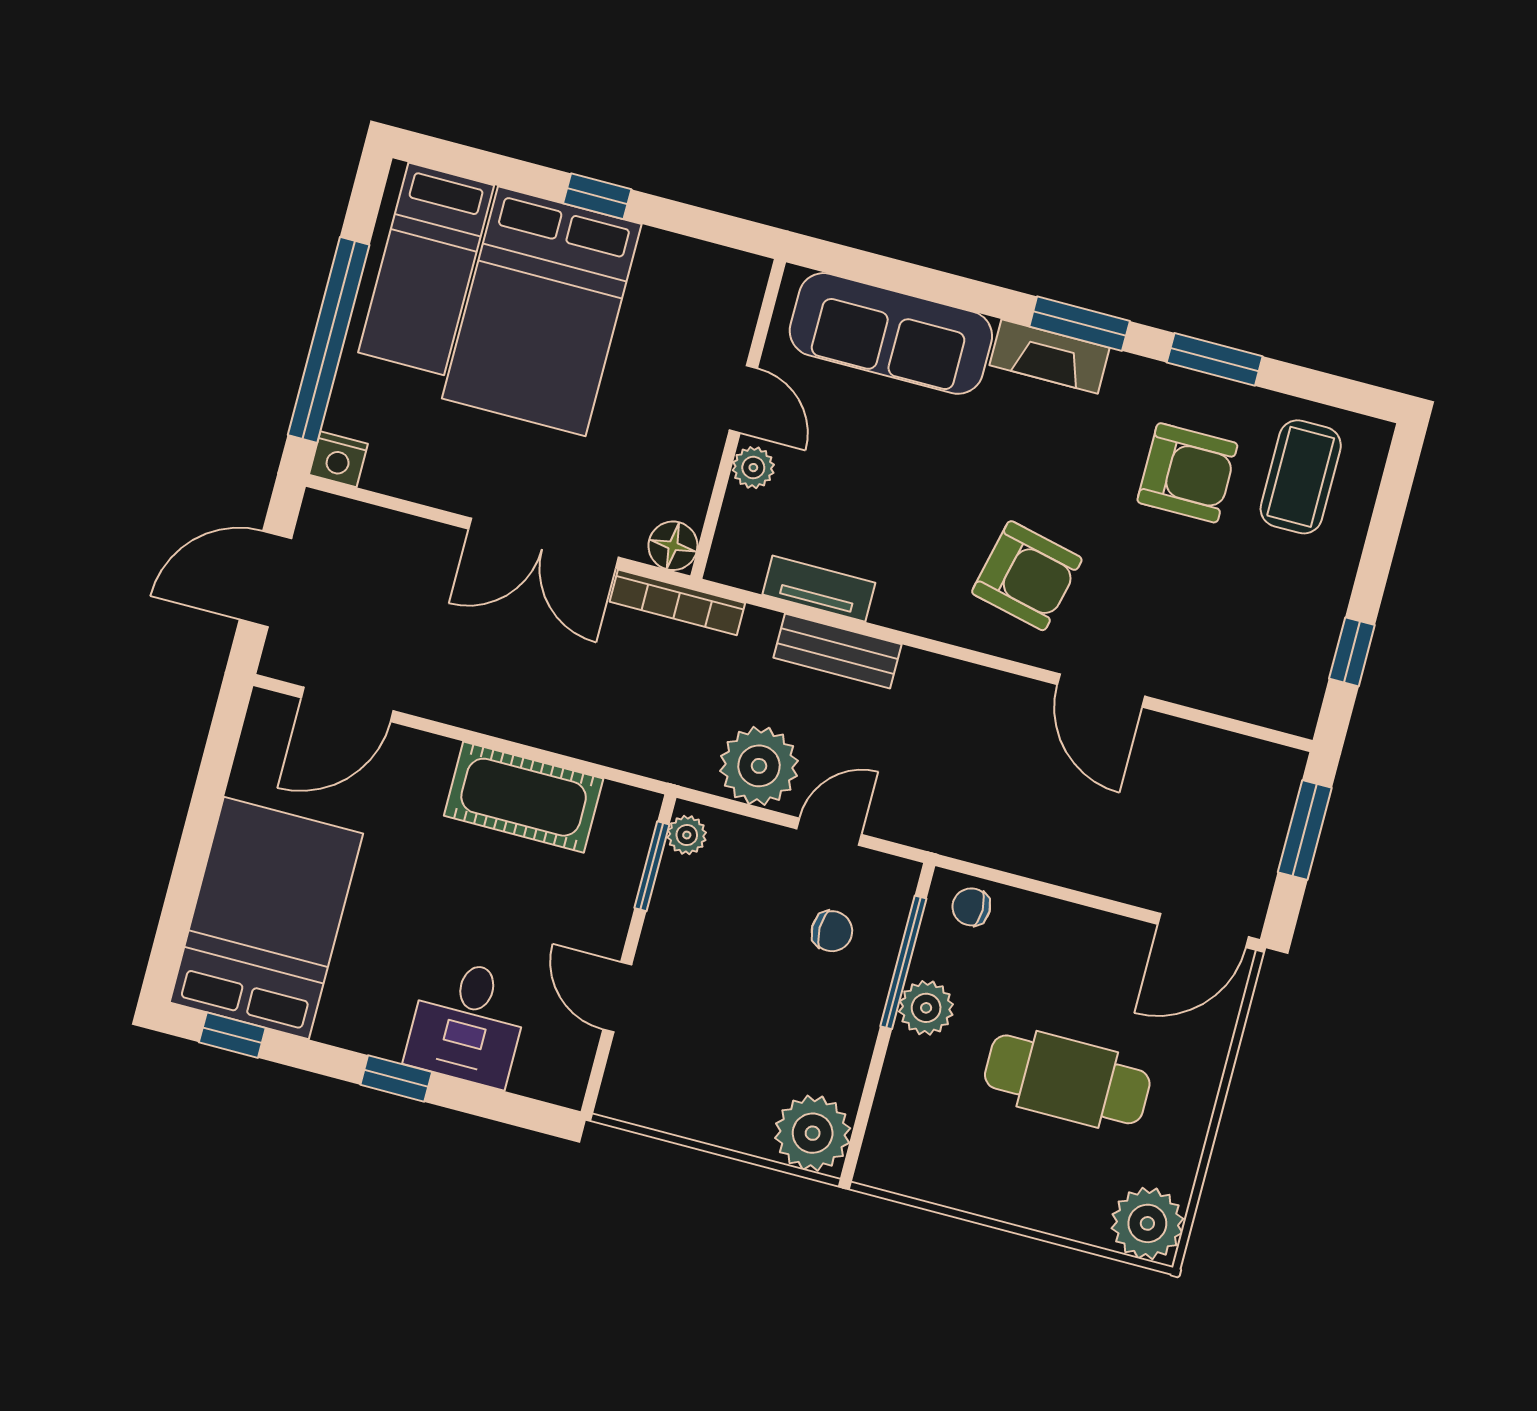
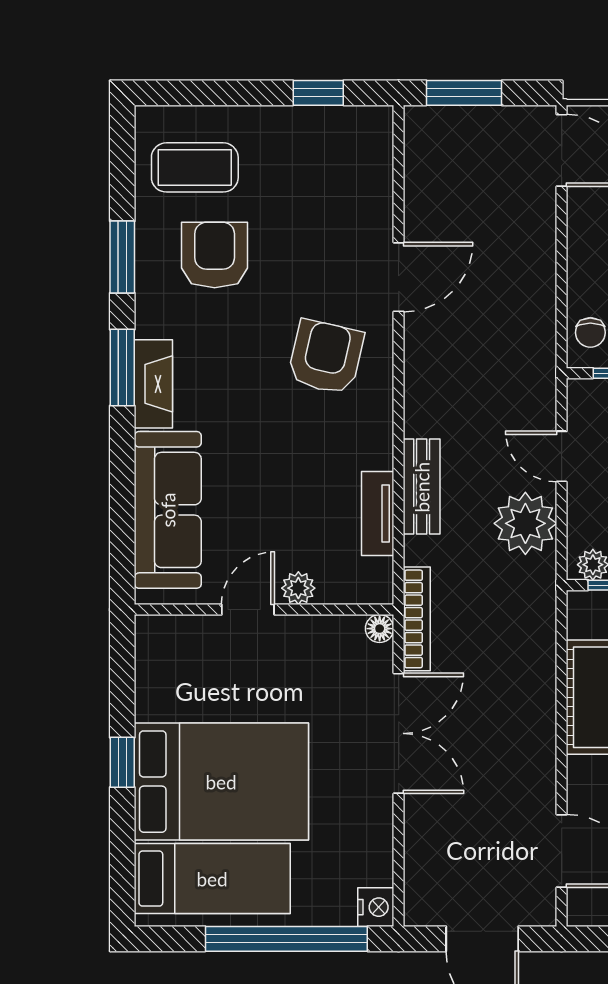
floor lamp: (673, 546) -> (380, 629), width x0.73, depth x0.73

